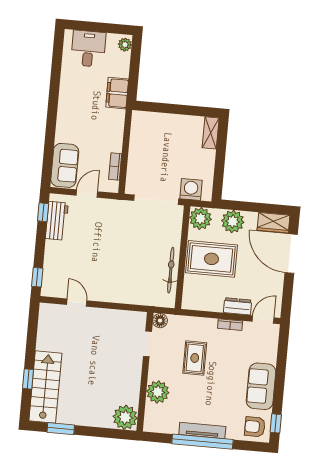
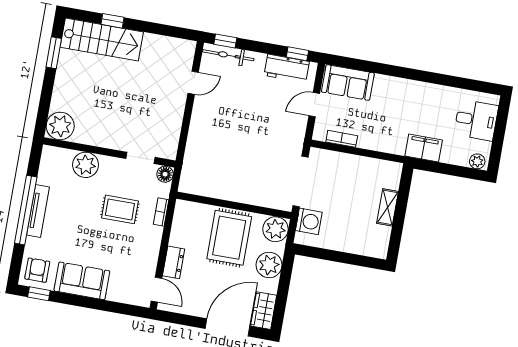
shelving: (211, 133) -> (387, 207), moved, turned 90
door: (87, 194) -> (314, 105), swing flipped
bicycle: (171, 270) -> (228, 55), moved, turned 180
bookcase: (230, 325) -> (161, 212), moved

